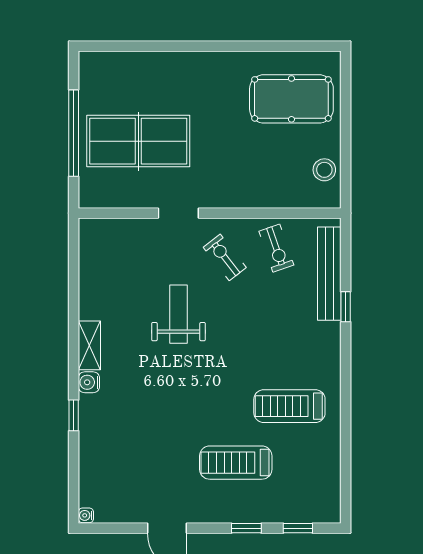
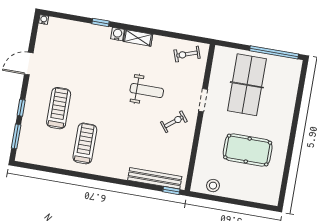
pool table: (291, 99) -> (248, 150), moved, turned 90
window: (74, 133) -> (274, 52), moved
exercise bike: (276, 248) -> (187, 54), moved
window: (346, 307) -> (171, 191), moved
window: (298, 528) -> (16, 136), width x1.50

